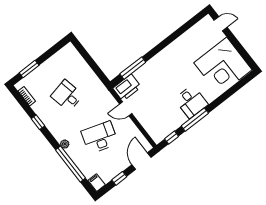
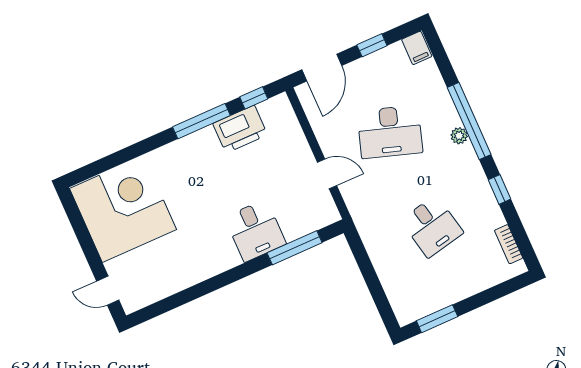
window: (29, 69) -> (437, 319), moved
printer: (127, 88) -> (240, 129), moved, turned 180
desk: (191, 102) -> (255, 231), moved, turned 180
window: (70, 164) -> (469, 121), moved

